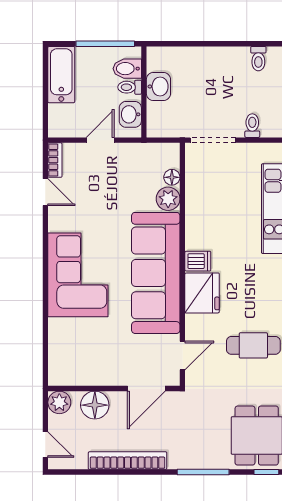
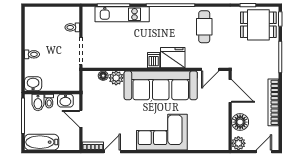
toilet: (258, 59) -> (32, 54), moved
washbasin: (158, 86) -> (33, 84), moved
door: (182, 355) -> (210, 69), swing flipped

